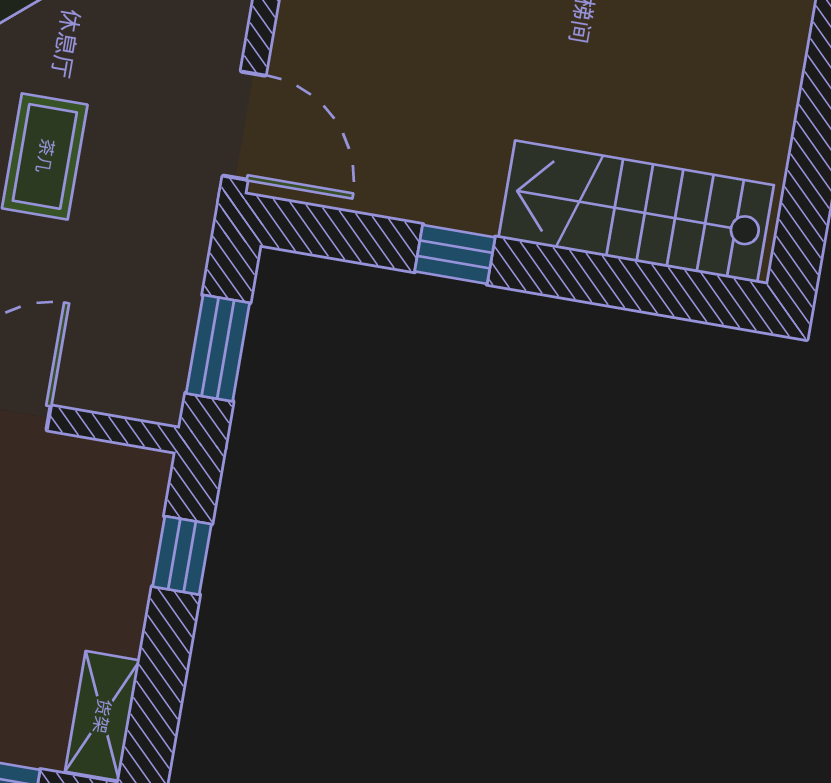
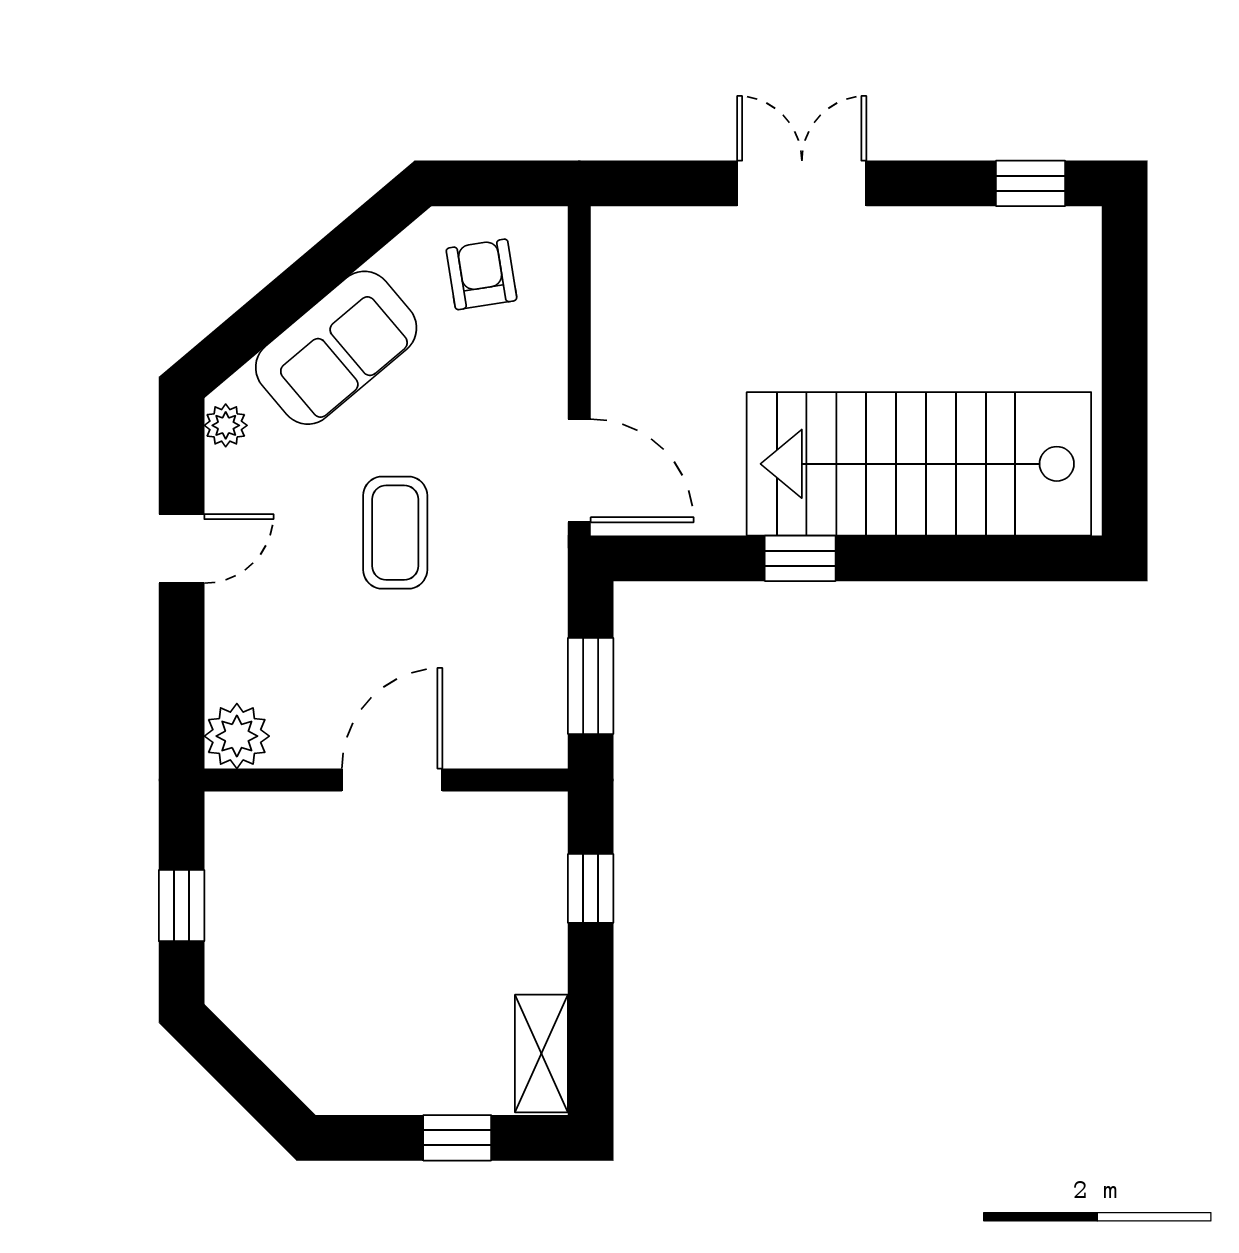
stairs: (636, 211) -> (919, 464), width x1.36, depth x1.51

